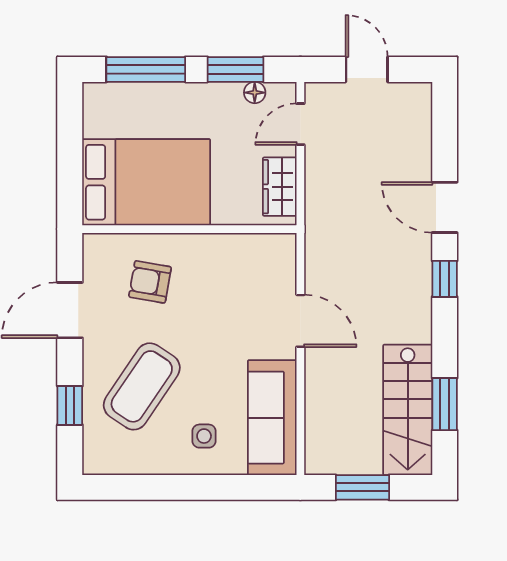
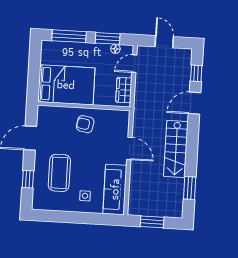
door: (445, 207) -> (194, 103), hinge flipped
window: (445, 279) -> (196, 73), moved
armchair: (150, 282) -> (85, 124), moved
coffee table: (142, 386) -> (59, 173), turned -34
stairs: (408, 410) -> (176, 149), moved

